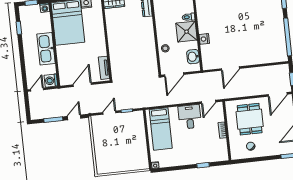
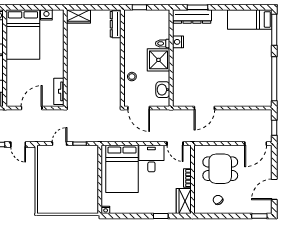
nightstand: (204, 39) -> (178, 42), moved
door: (174, 75) -> (139, 108), hinge flipped
door: (209, 102) -> (175, 144), hinge flipped
door: (74, 117) -> (18, 145), swing flipped
dining table: (250, 119) -> (220, 169), turned 90
bed: (161, 129) -> (122, 169), width x1.50
wardrobe: (221, 150) -> (184, 201), added

